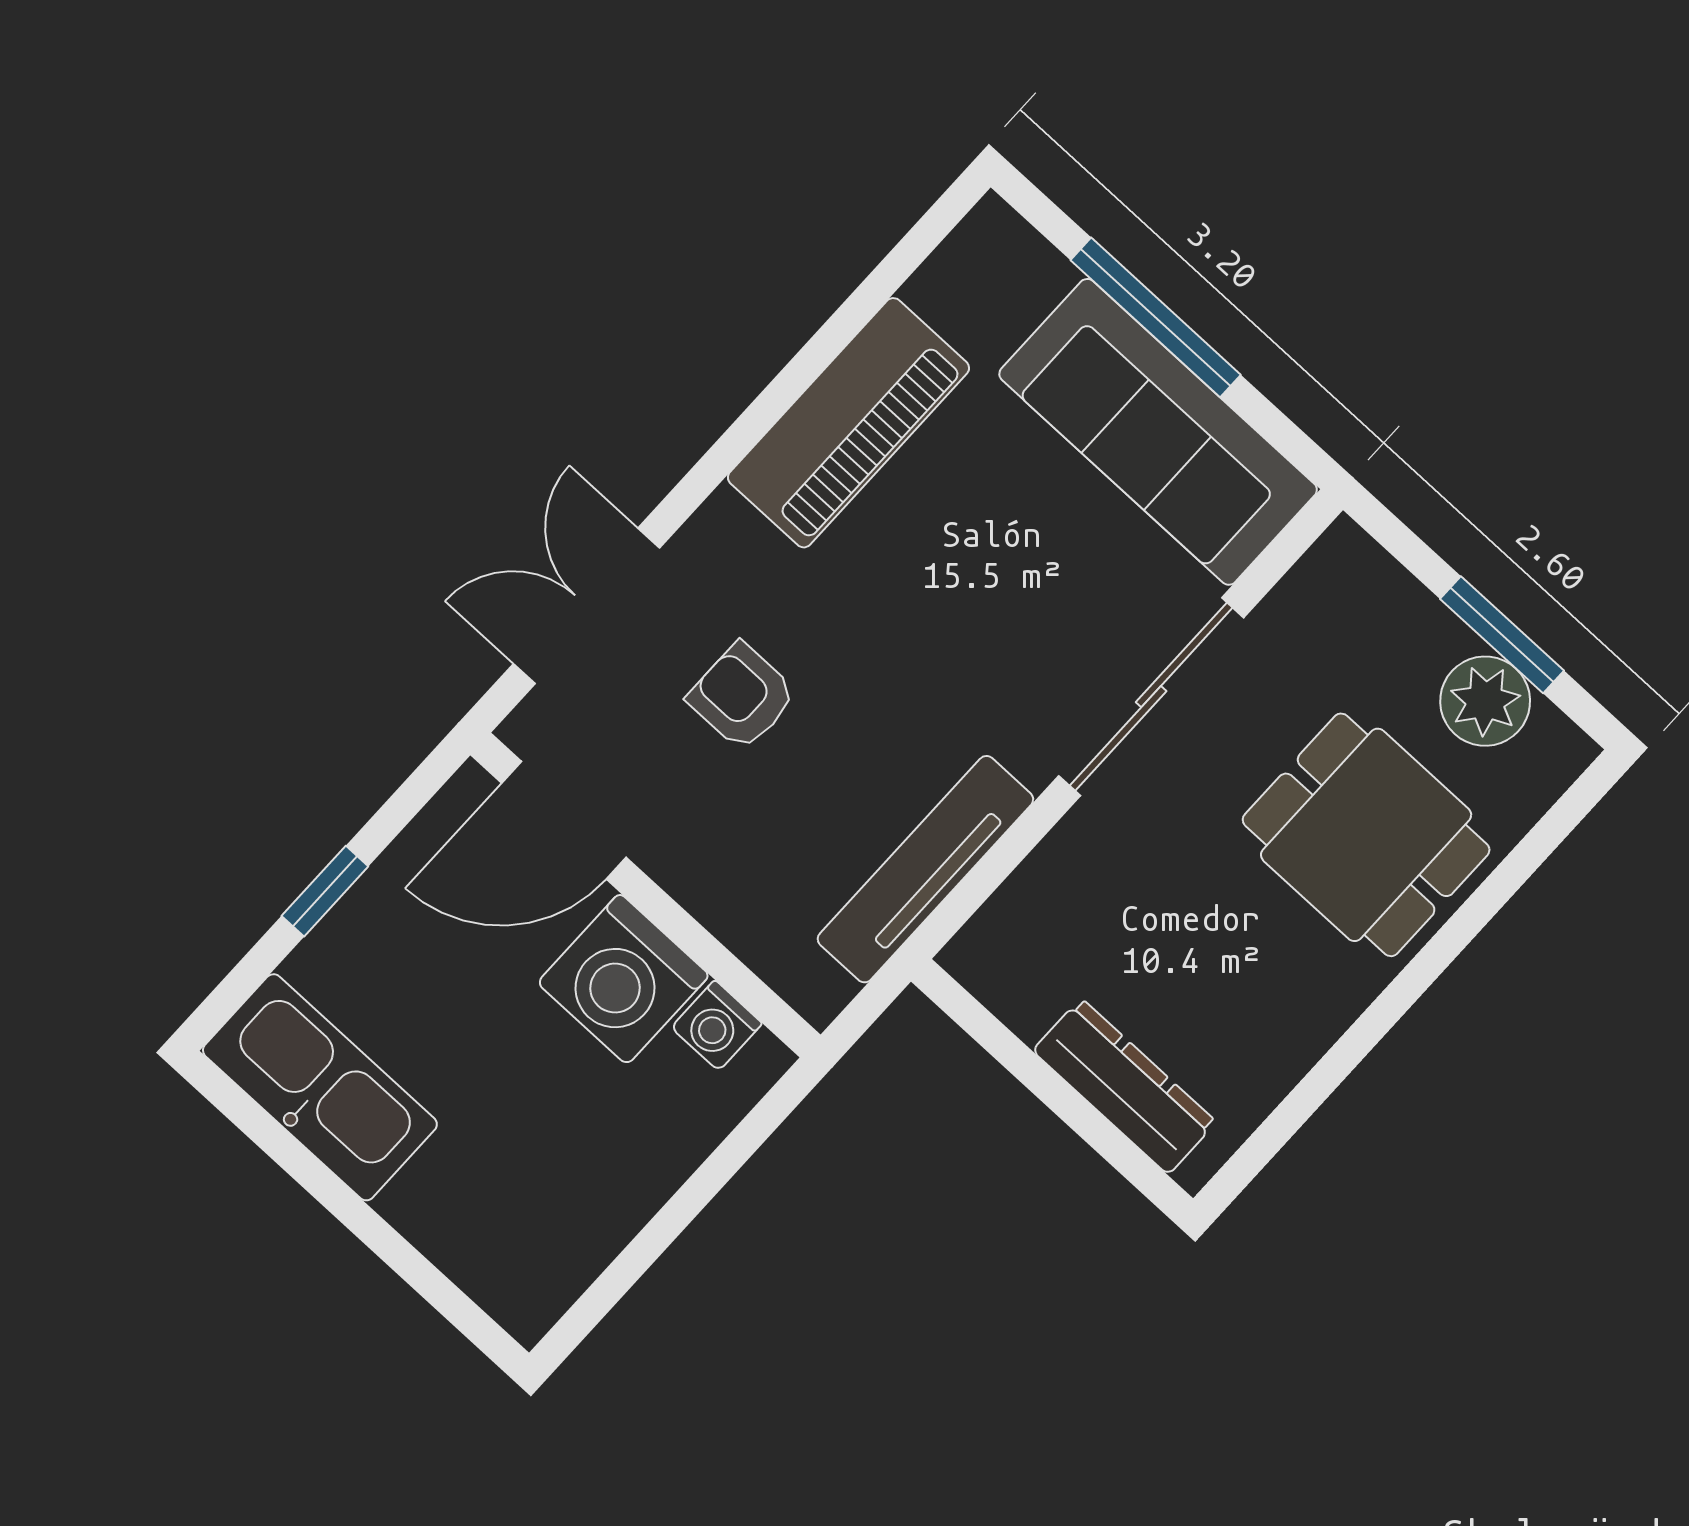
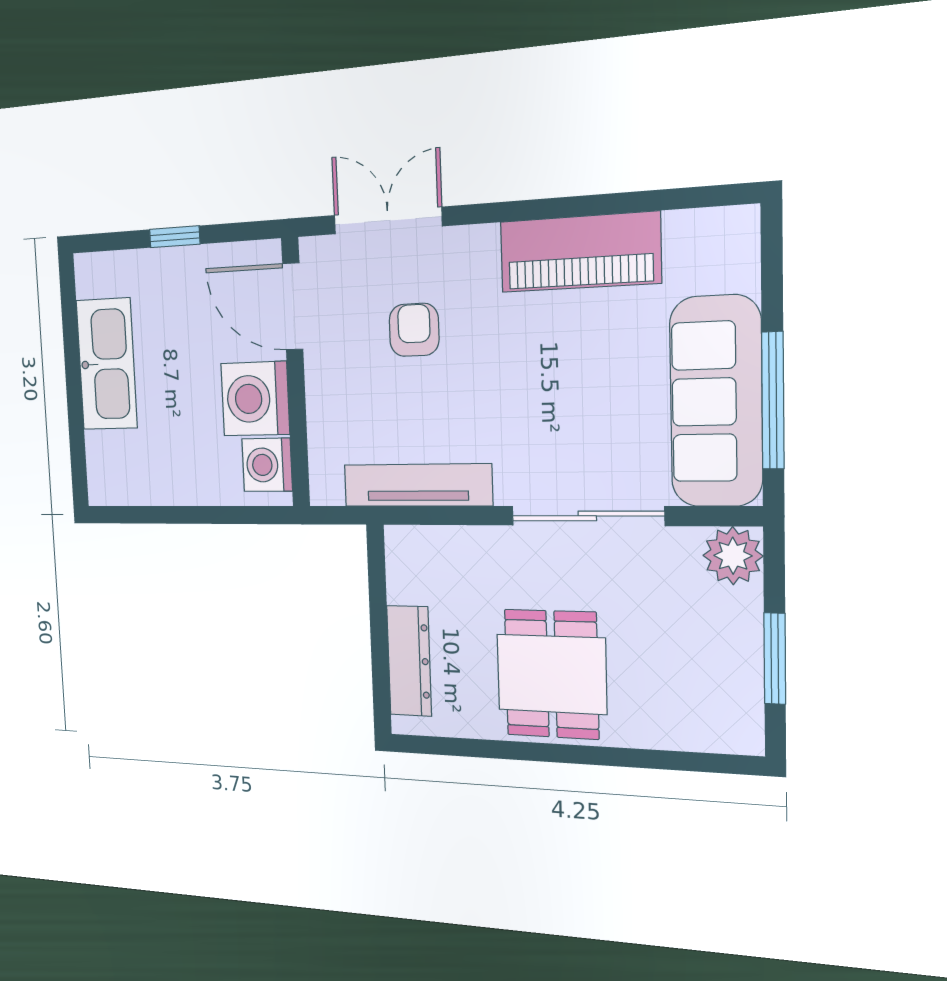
window: (1156, 317) -> (773, 401), moved
plant: (1485, 701) -> (733, 556), moved
dining table: (1366, 835) -> (552, 674), moved
washing machine: (717, 1025) -> (267, 465), width x1.38, depth x1.38
kitchen sink: (320, 1087) -> (107, 364), moved

